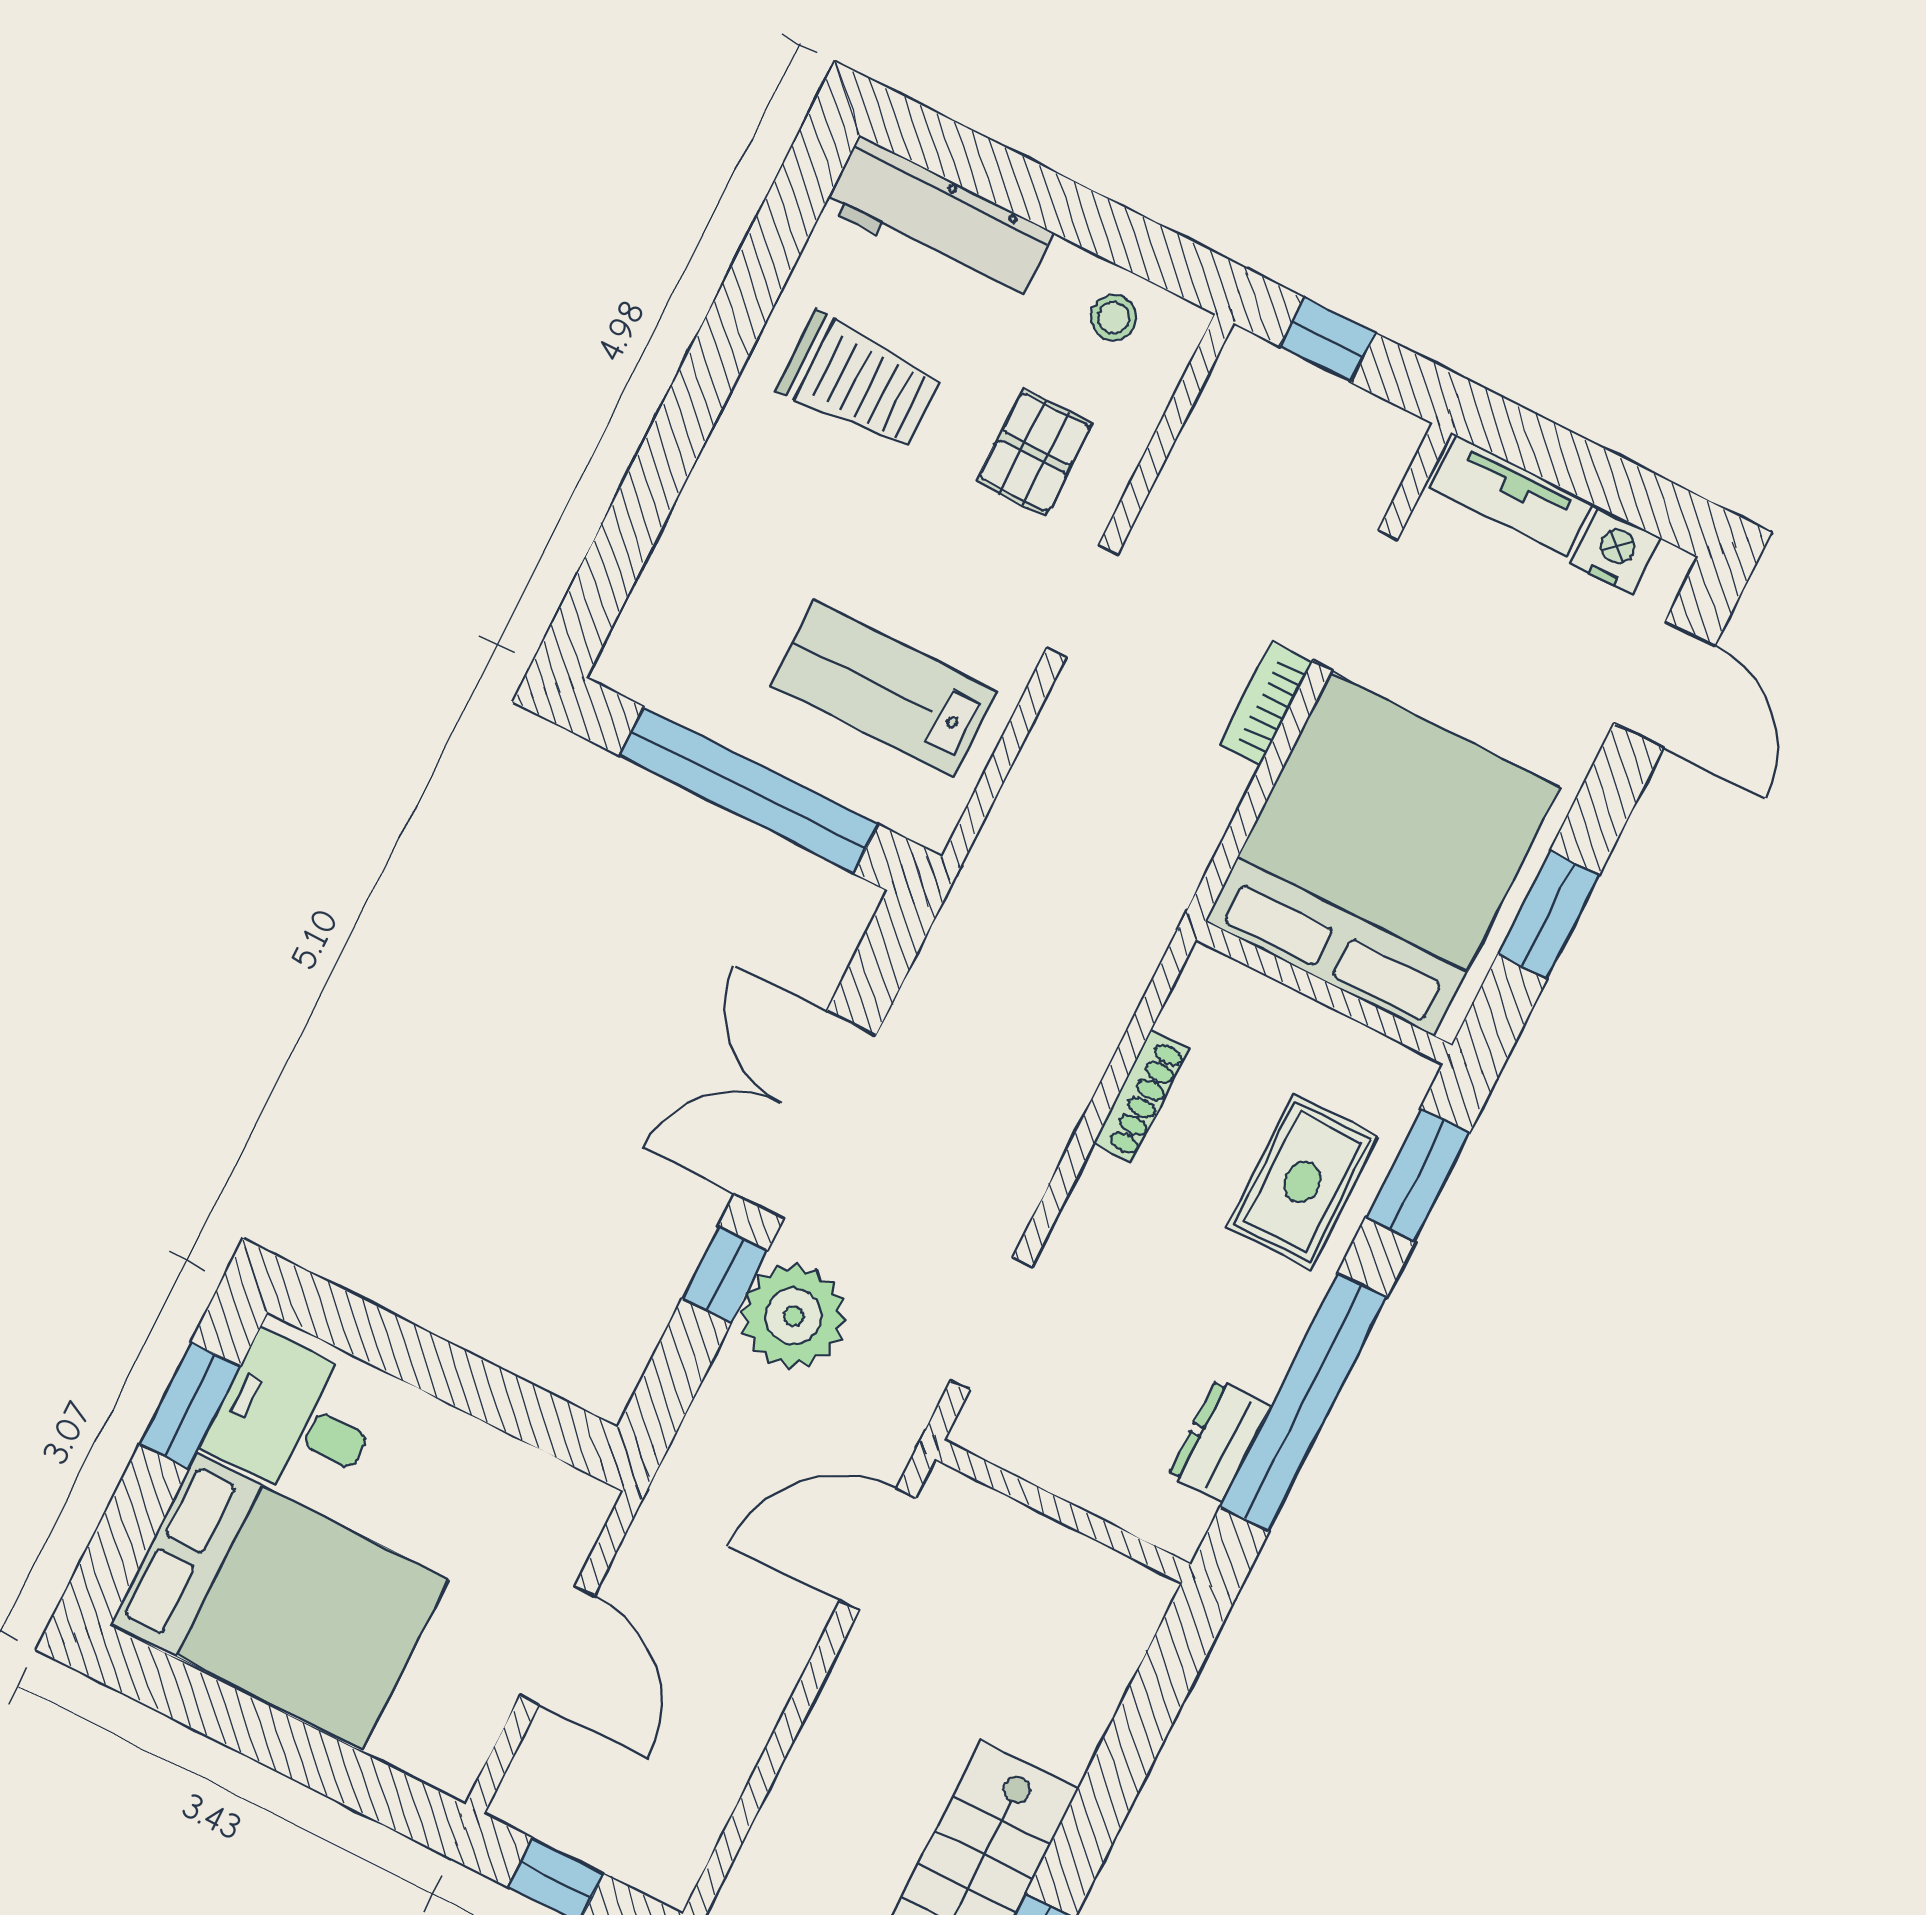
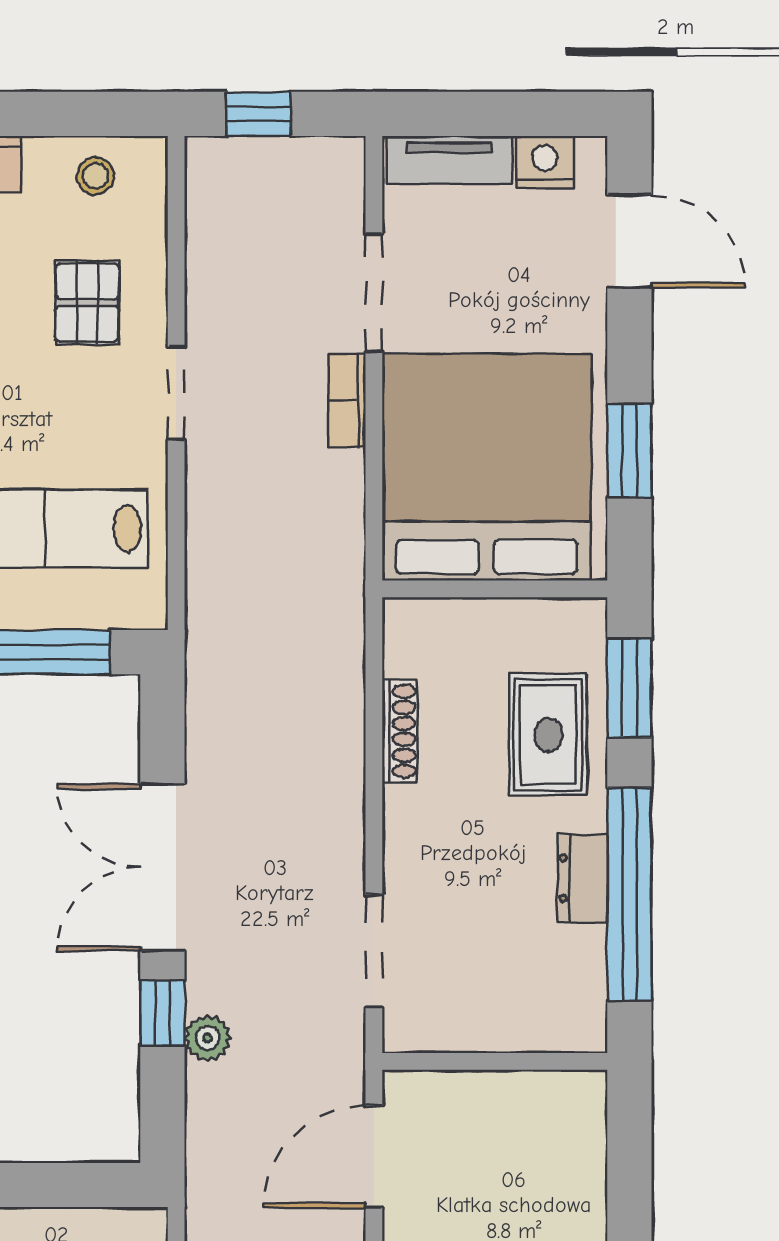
plant: (794, 1316) -> (207, 1038), width x0.53, depth x0.53
dresser: (1219, 1441) -> (582, 878), moved

